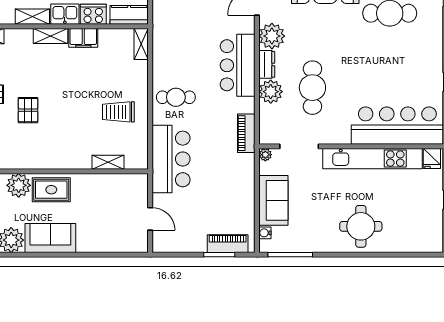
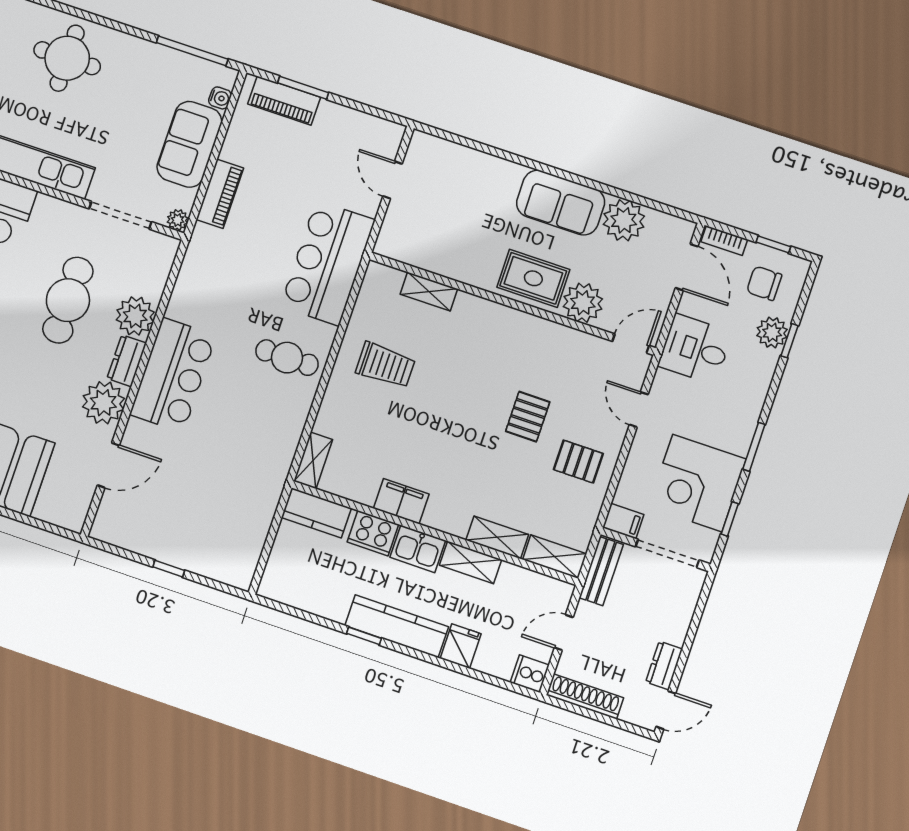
shelving: (50, 36) -> (497, 537), moved
piano: (246, 133) -> (220, 194), moved

